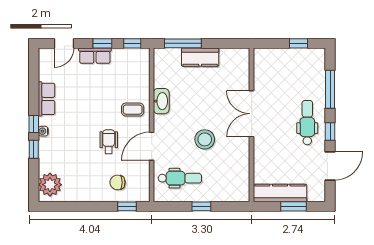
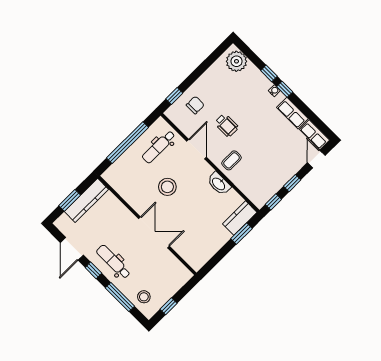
window: (183, 43) -> (241, 234), width x0.69
row of seats: (95, 56) -> (314, 135), moved, turned -90
kitchen counter: (200, 57) -> (240, 218), moved
stool: (311, 70) -> (144, 297), added
dental chair: (307, 123) -> (113, 262), turned 180
window: (201, 206) -> (128, 143), width x3.17

